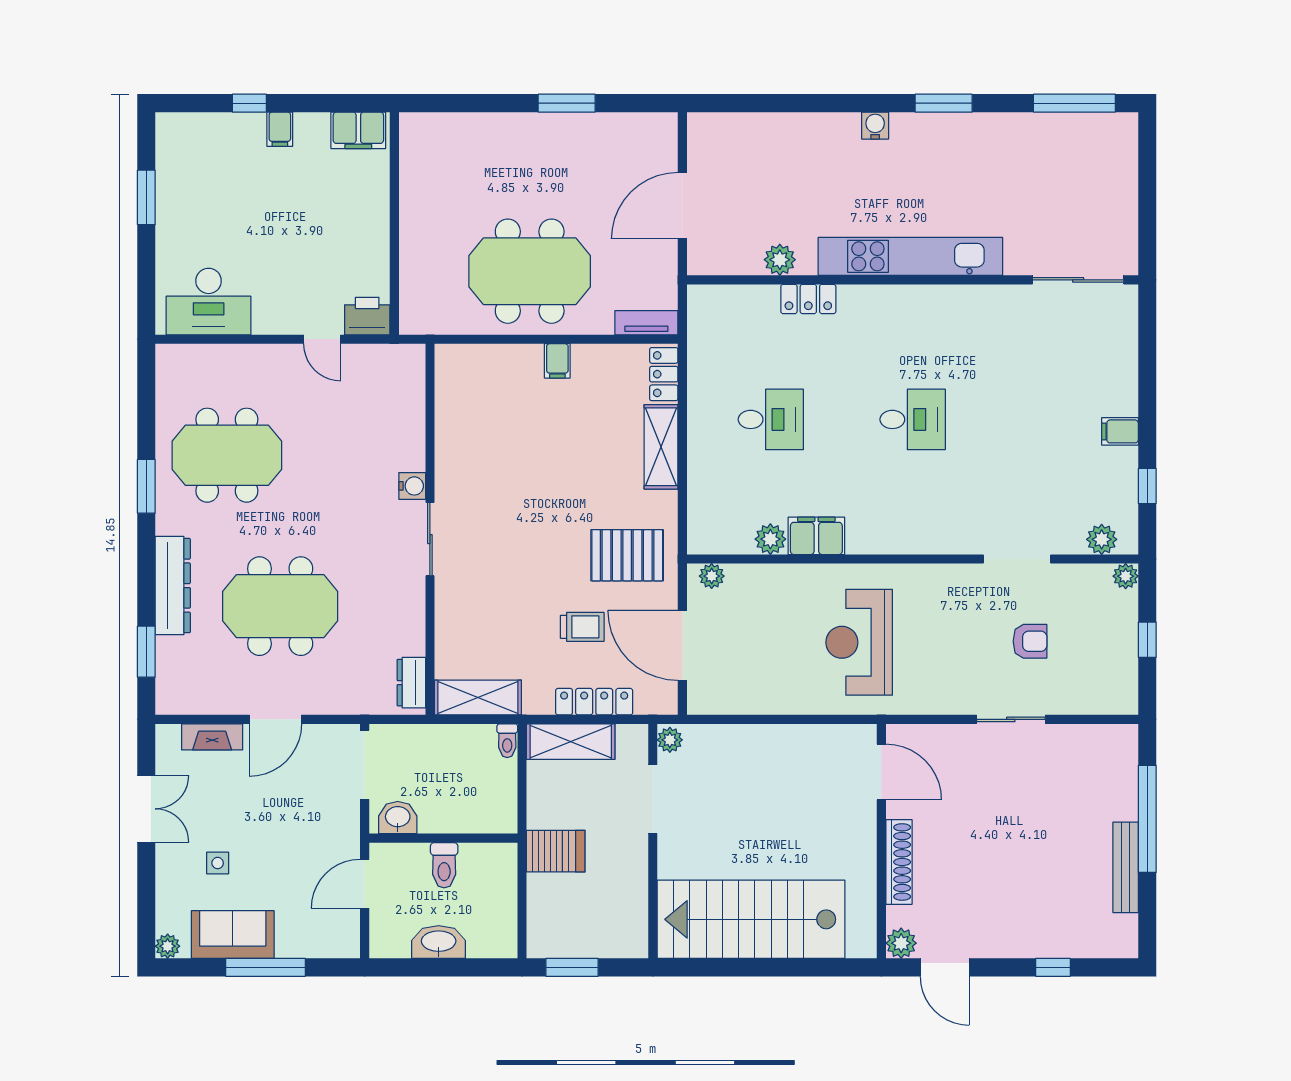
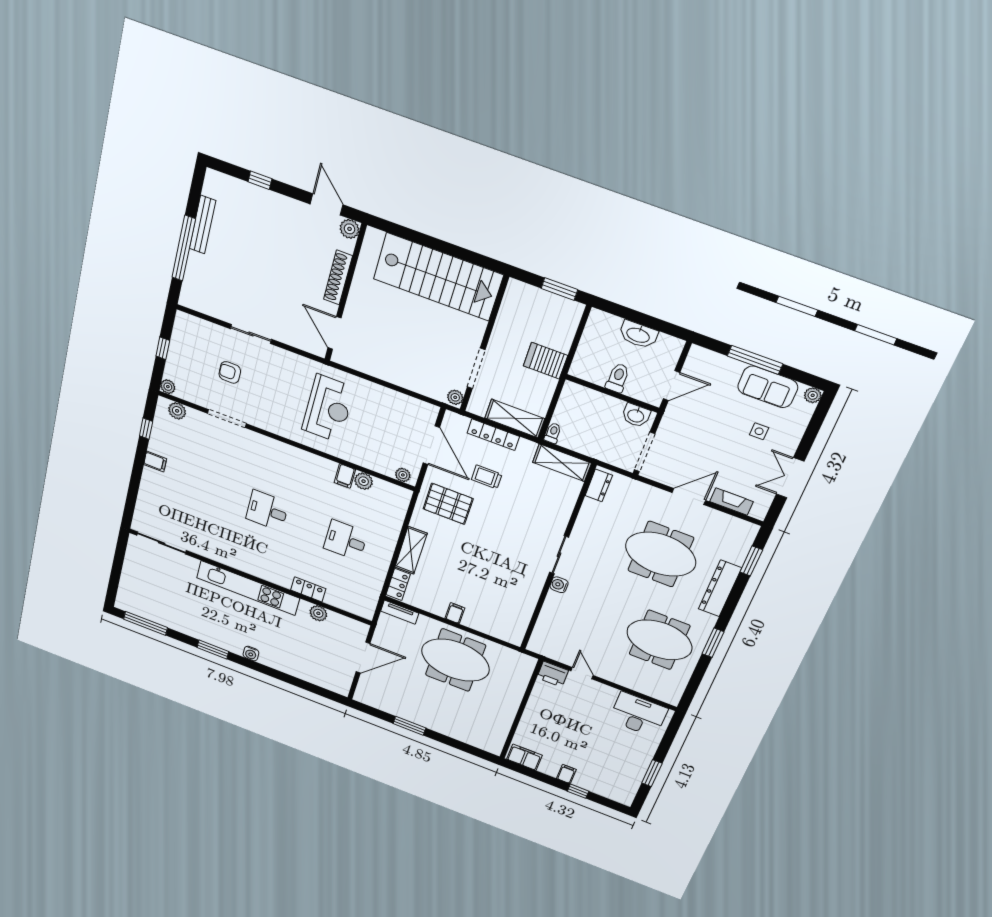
filing cabinet: (816, 536) -> (345, 476), width x0.50

